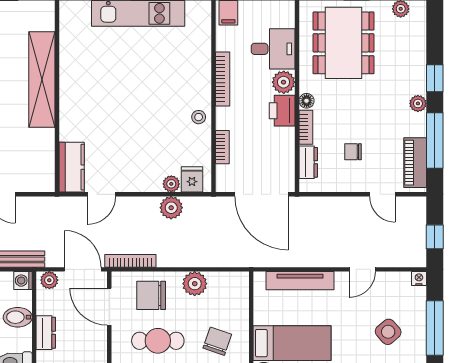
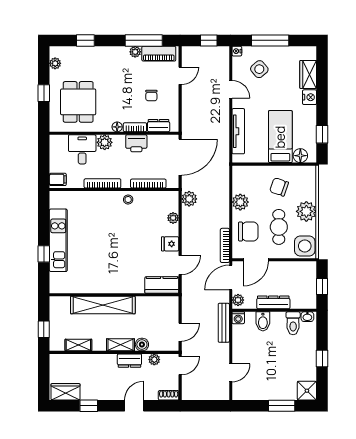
dining table: (344, 43) -> (78, 102), width x0.73
window: (435, 78) -> (85, 40), moved
plant: (418, 103) -> (135, 52), moved
printer: (282, 111) -> (136, 143), moved
bookcase: (222, 147) -> (148, 183), width x1.56
fridge: (192, 179) -> (170, 244), moved
door: (101, 194) -> (180, 265), hinge flipped
plant: (171, 208) -> (189, 199), moved
chair: (151, 295) -> (248, 231), turned -90
side table: (388, 332) -> (259, 69), moved
dresser: (46, 333) -> (273, 302), width x1.44

